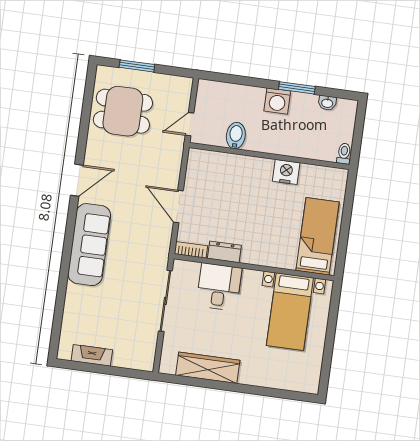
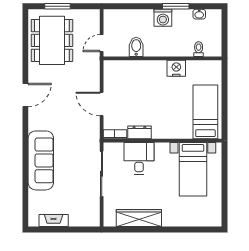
dining table: (123, 111) -> (52, 40), width x1.38
toilet: (344, 154) -> (199, 49), moved
sofa: (89, 245) -> (41, 160), moved

